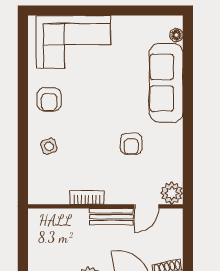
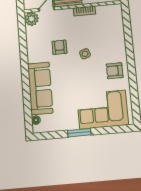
window: (112, 10) -> (79, 133), added
armchair: (49, 99) -> (115, 71), turned -90
side table: (49, 146) -> (85, 54), moved

